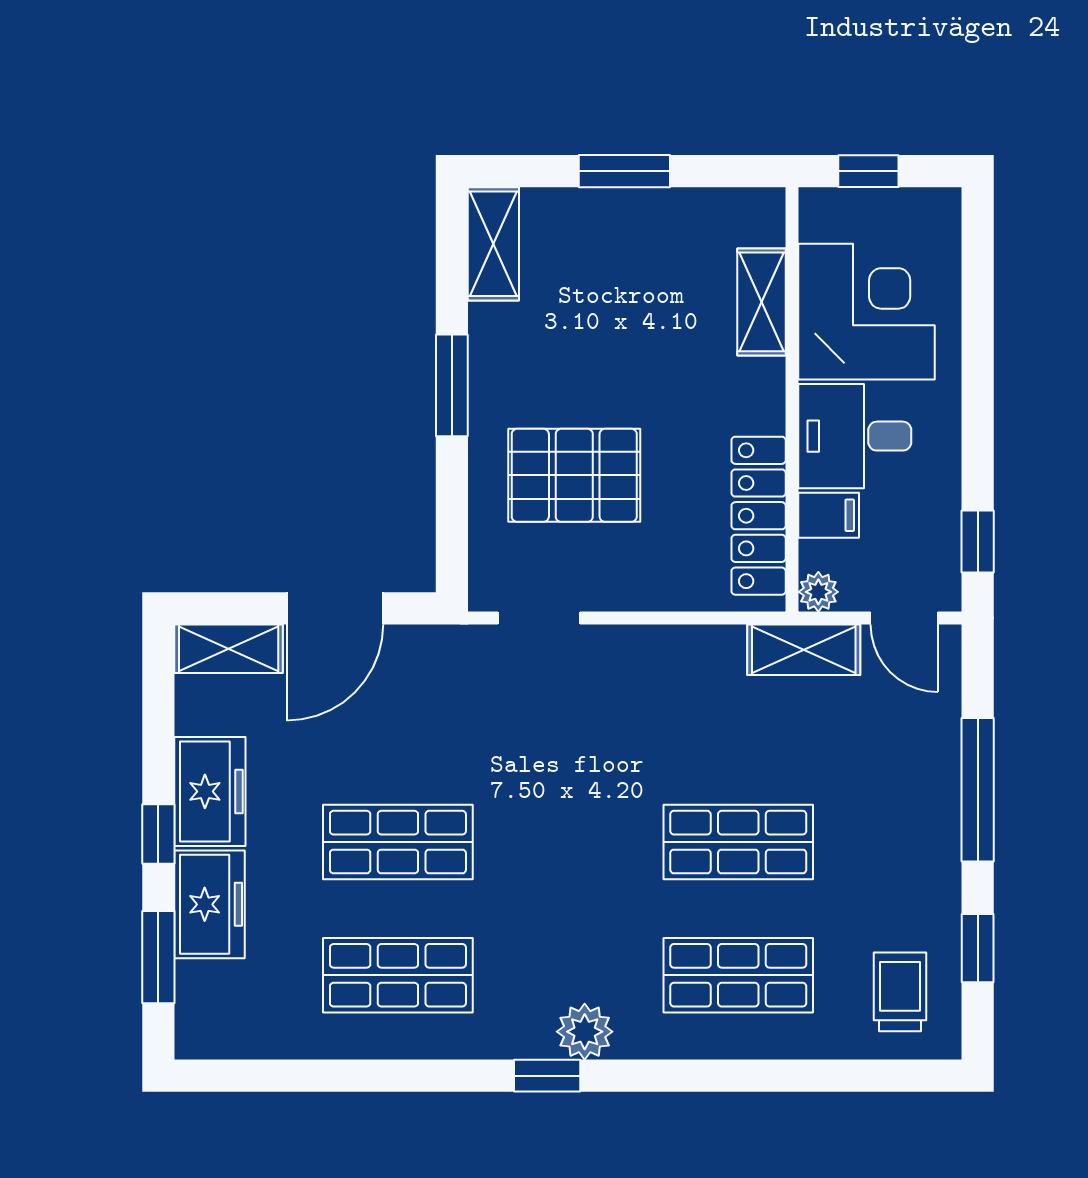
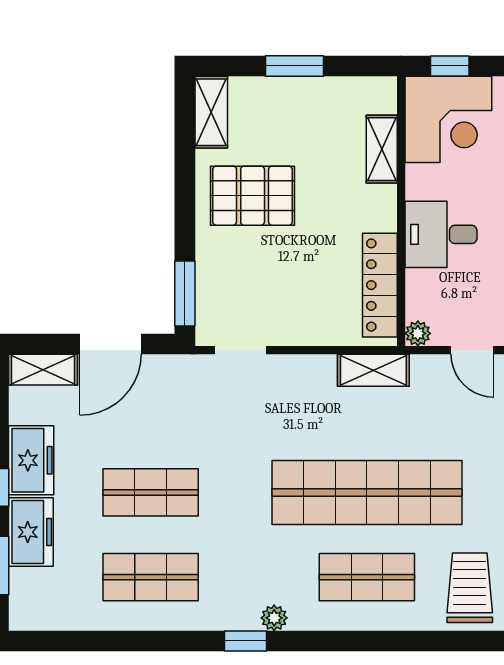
corner desk: (867, 312) -> (448, 119), moved, turned 90
window: (452, 385) -> (185, 293), moved
pallet: (574, 475) -> (253, 196), moved
filing cabinet: (829, 515) -> (424, 285), removed
shelving: (804, 650) -> (373, 370), moved
shop shelf: (738, 842) -> (367, 492), width x2.00, depth x1.36
trolley: (900, 992) -> (470, 588), width x1.36, depth x1.39
plant: (585, 1032) -> (274, 618), width x0.73, depth x0.73

